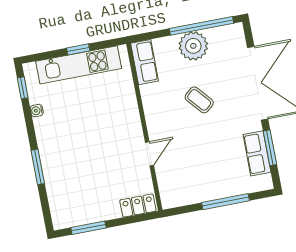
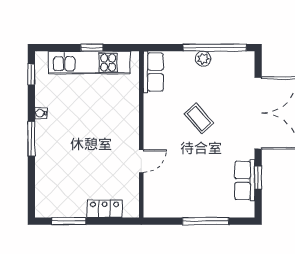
plant: (193, 46) -> (203, 59), width x0.53, depth x0.53
water cooler: (37, 111) -> (41, 113), moved
window: (270, 148) -> (258, 177), width x0.67
window: (38, 167) -> (31, 139), moved
locker: (138, 206) -> (105, 209), moved

